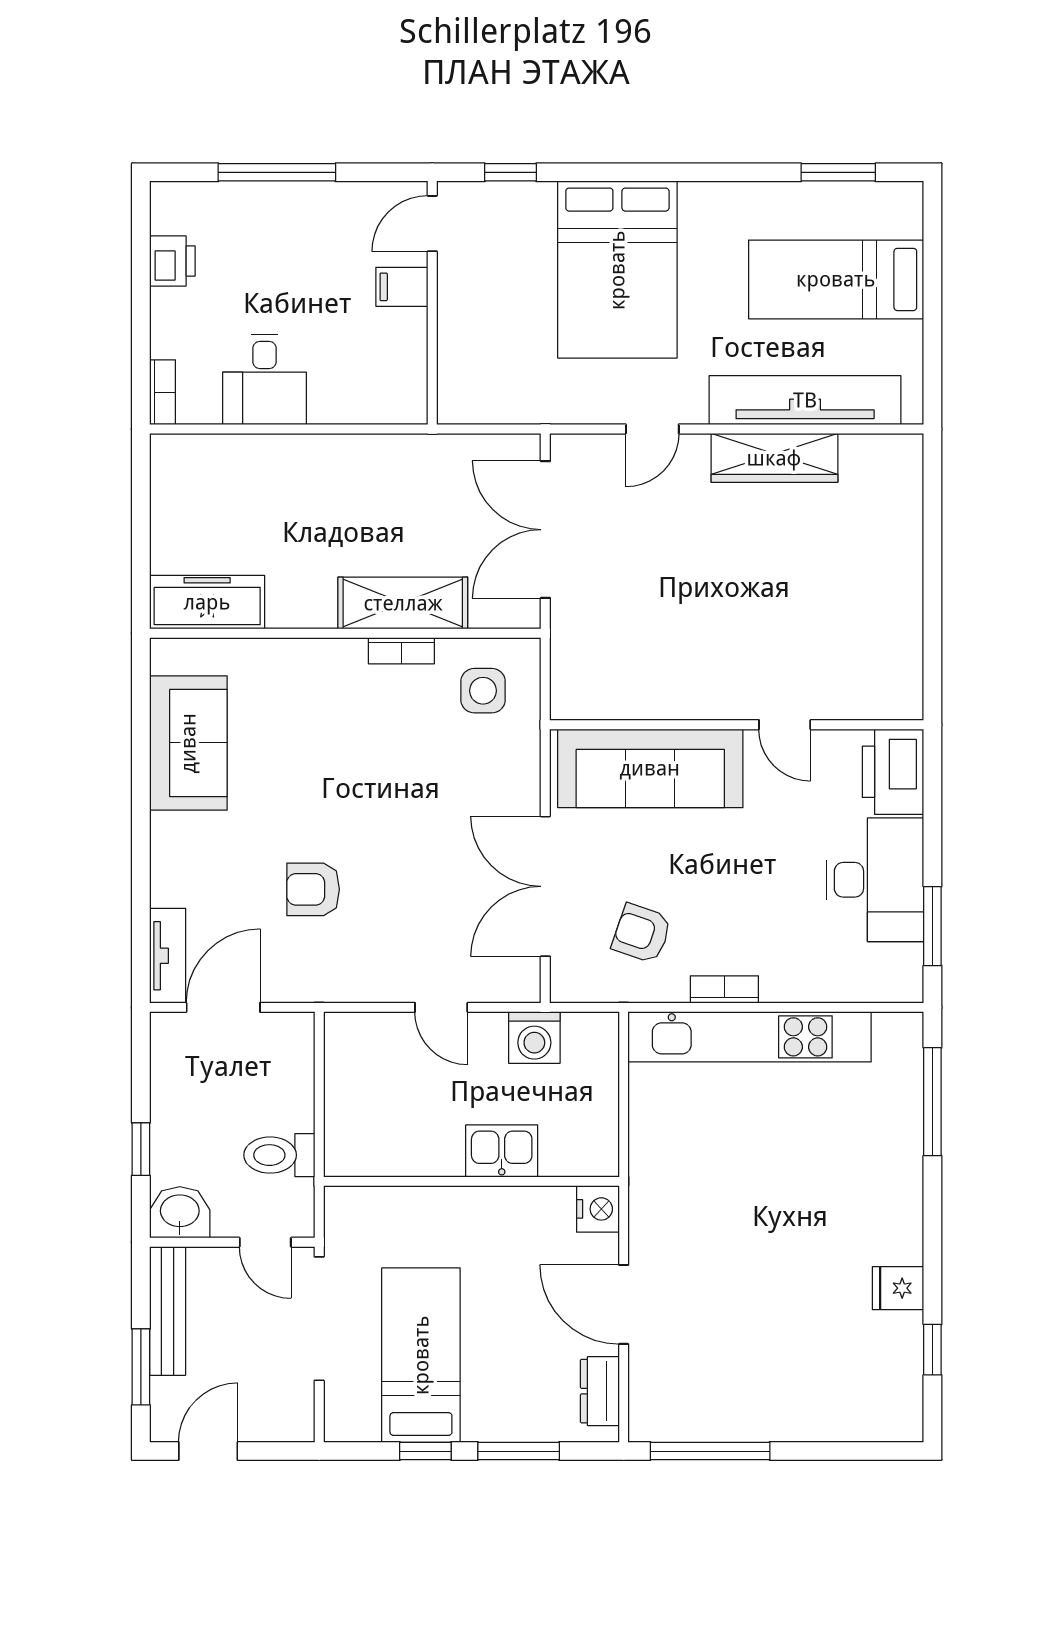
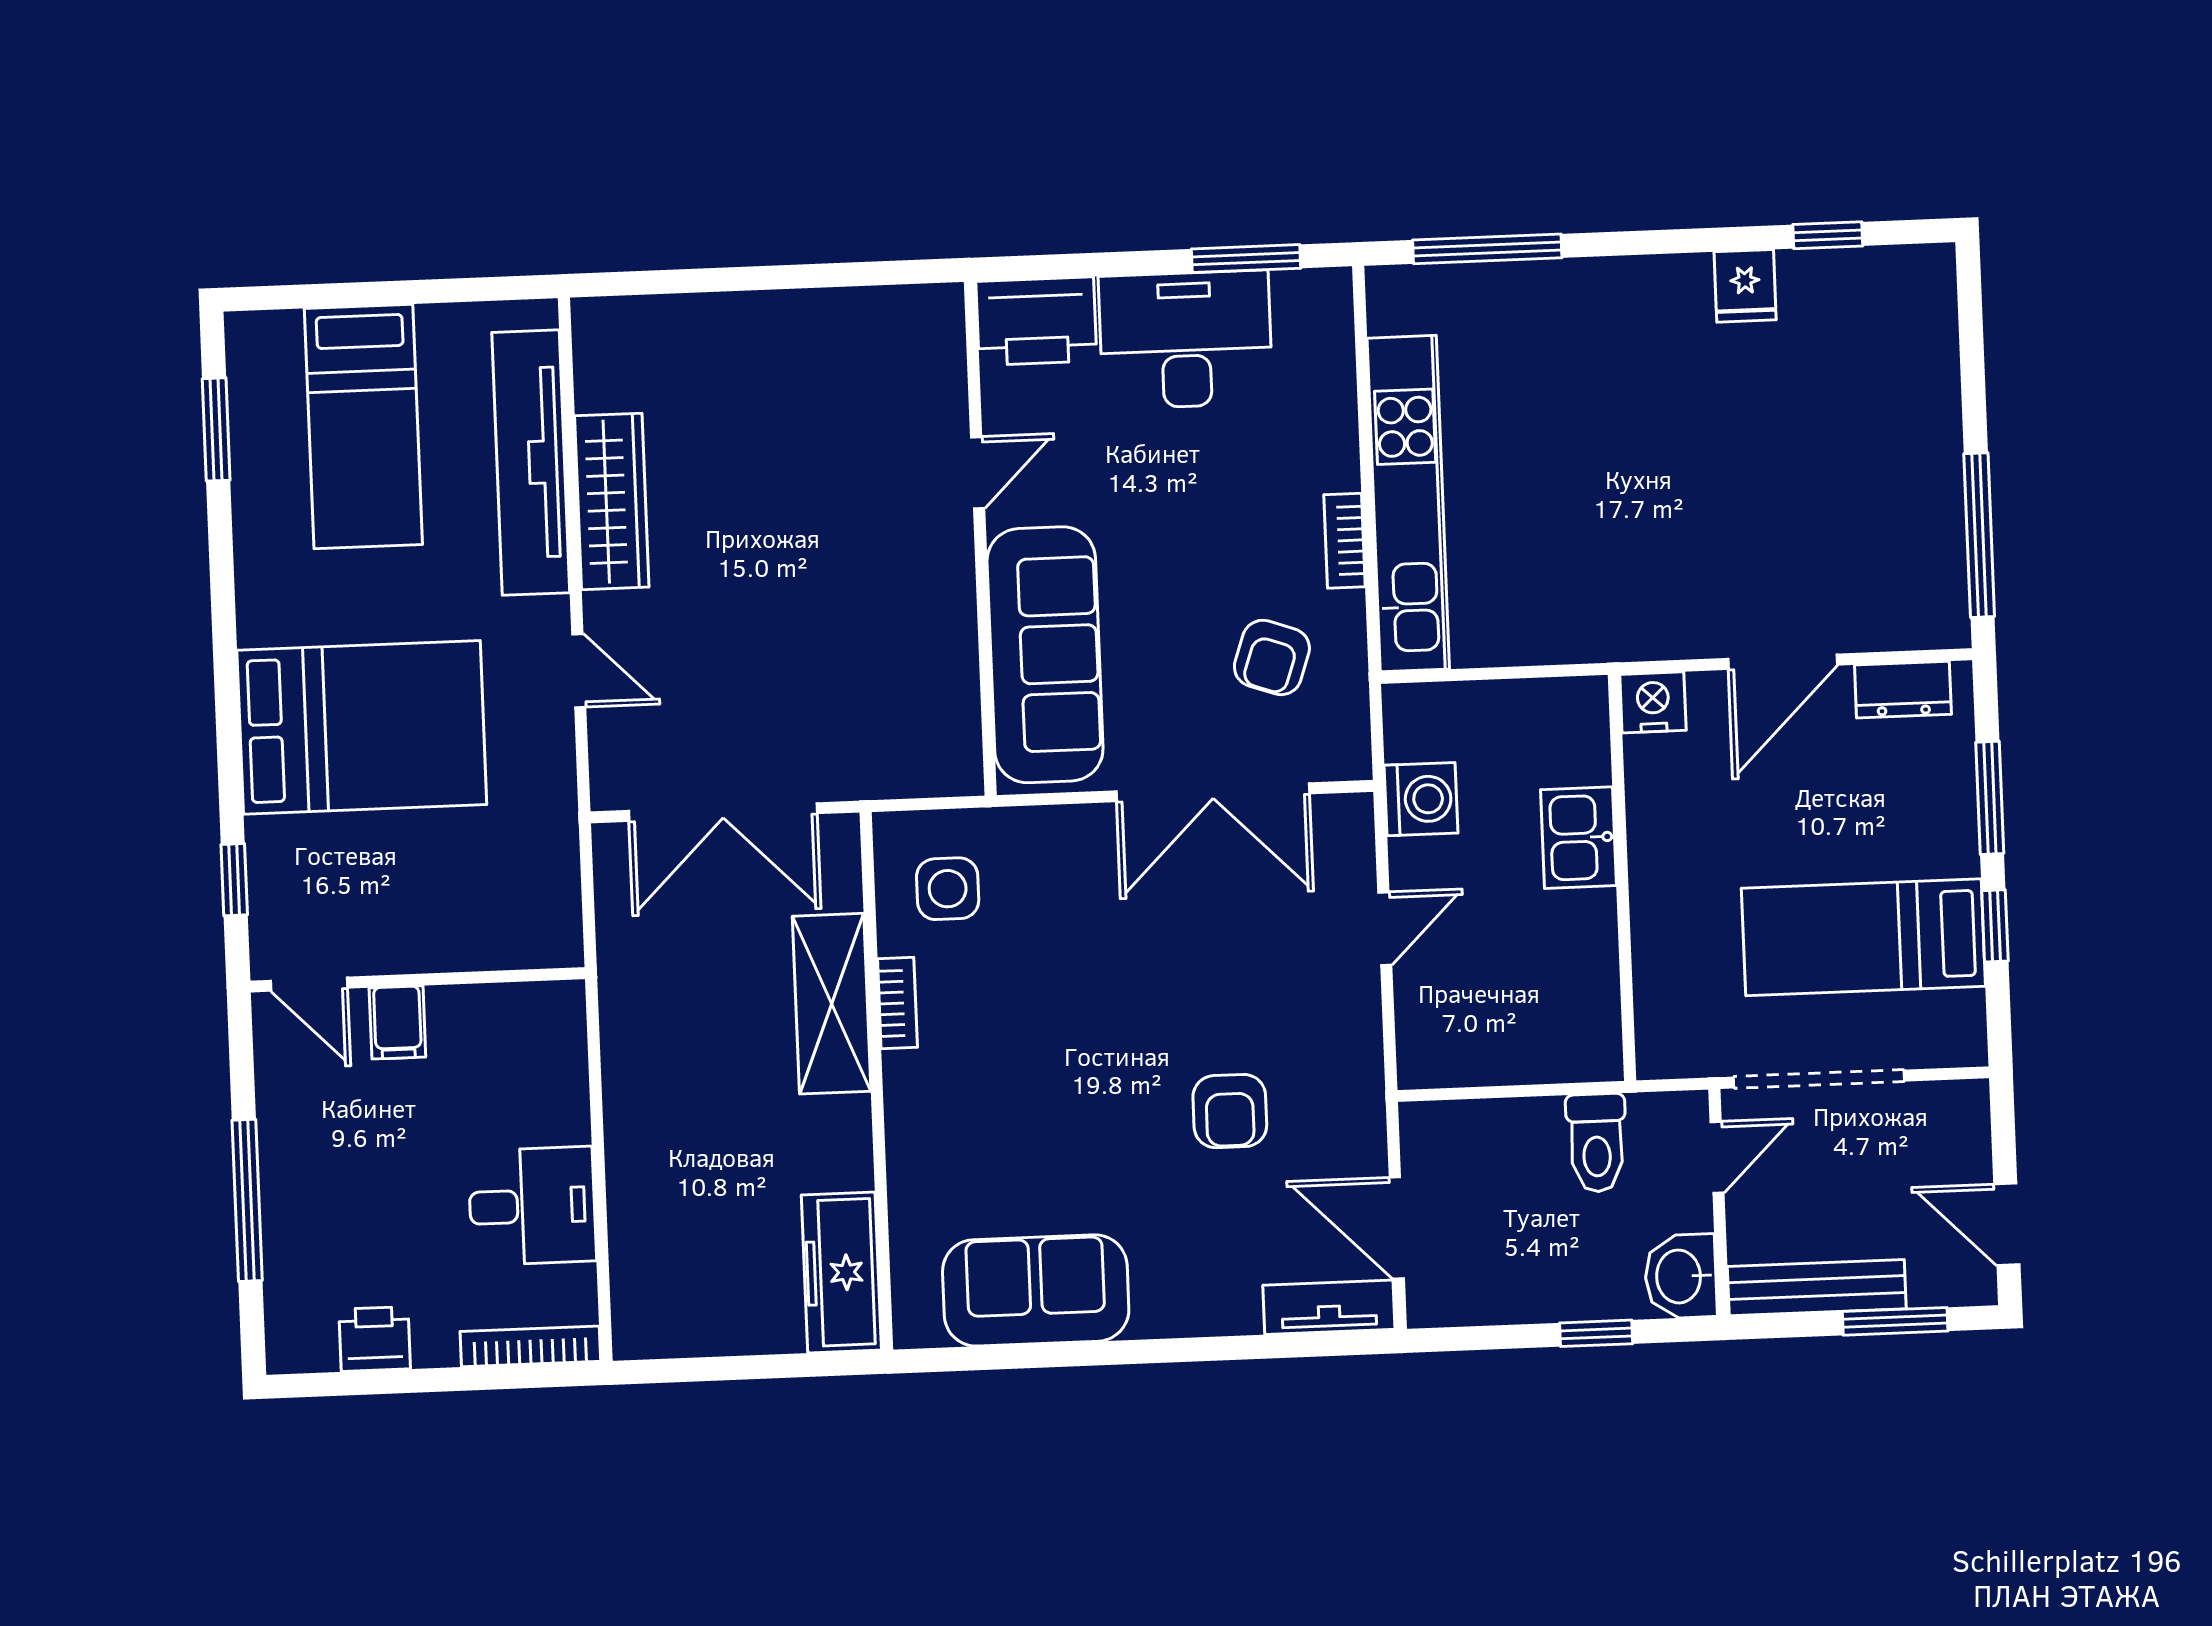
bookcase: (162, 392) -> (530, 1346), width x1.56

